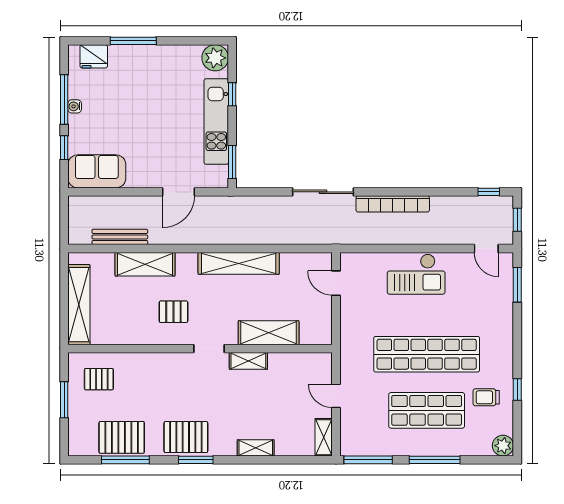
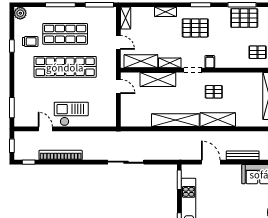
door: (179, 192) -> (211, 162), hinge flipped
bookcase: (393, 204) -> (61, 155), moved
bench: (120, 237) -> (243, 155), moved
door: (486, 248) -> (45, 129), moved
shelving: (145, 264) -> (218, 120), moved
door: (336, 283) -> (118, 87), moved
filing cabinet: (180, 363) -> (210, 62), added
shelving: (297, 364) -> (141, 61), added
pallet: (186, 437) -> (195, 28), moved

